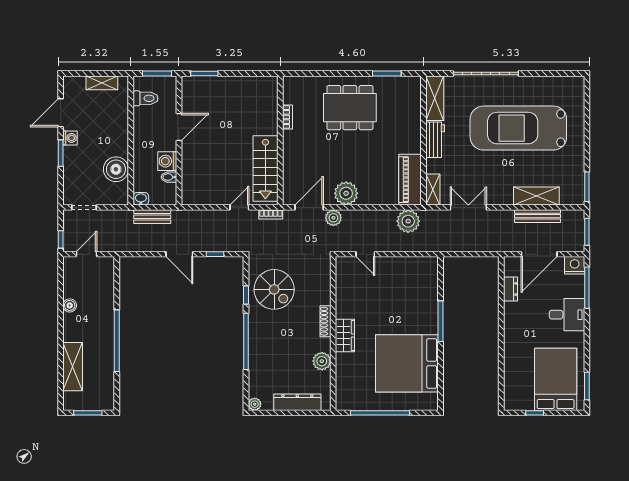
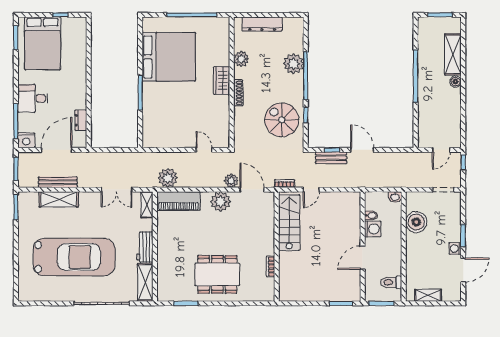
piano: (410, 180) -> (178, 201), moved, turned 90
door: (309, 207) -> (252, 190), swing flipped
bench: (152, 217) -> (331, 158), moved
boiler: (70, 305) -> (456, 82), moved
plant: (255, 404) -> (294, 64), moved, width x1.87, depth x1.87

